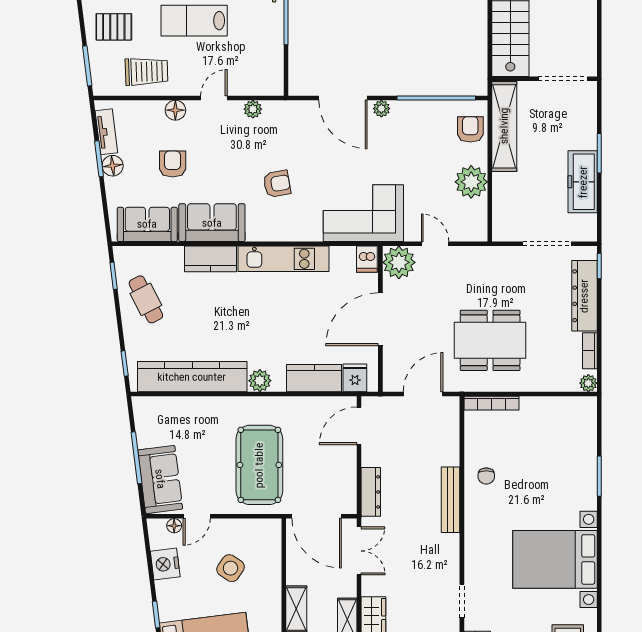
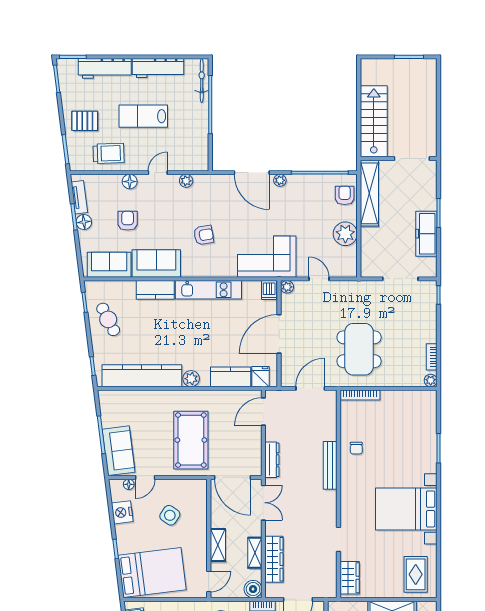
plant: (399, 262) -> (287, 287), width x0.53, depth x0.53
dresser: (584, 296) -> (428, 317), removed
dining table: (490, 340) -> (359, 349), turned 90

